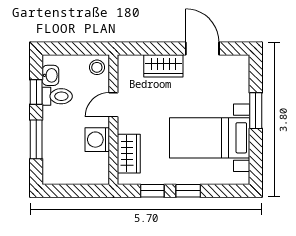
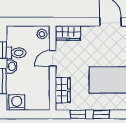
wardrobe: (163, 66) -> (68, 33), moved
washbasin: (50, 75) -> (12, 66), moved
washing machine: (97, 140) -> (17, 103), moved, turned 90

